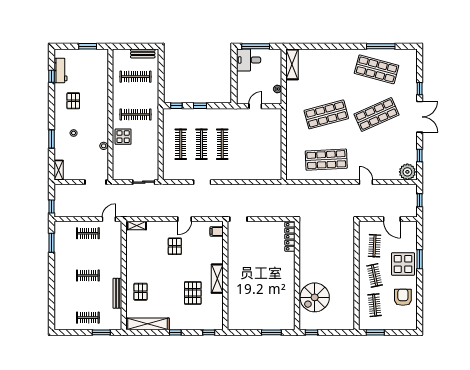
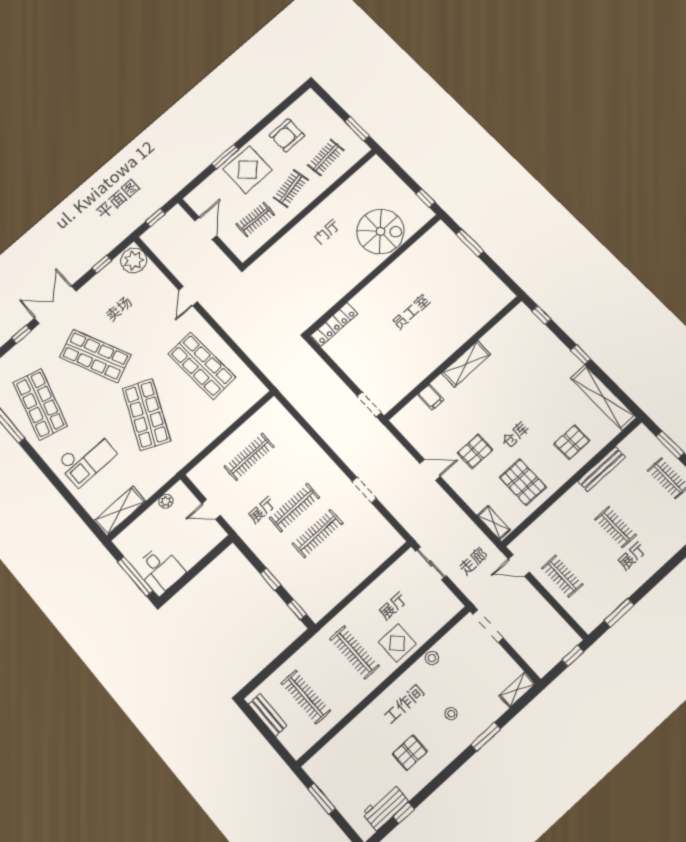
checkout: (331, 70) -> (87, 458), added
shop shelf: (326, 114) -> (146, 414), turned 39
clothes rail: (181, 144) -> (249, 457), moved
filing cabinet: (217, 231) -> (431, 397), moved
pallet: (193, 293) -> (523, 482), moved, turned 90

